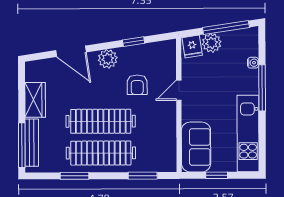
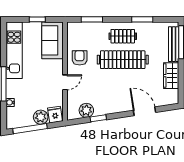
plant: (108, 59) -> (86, 110), moved
armchair: (137, 85) -> (80, 58), moved
clothes rail: (101, 153) -> (123, 36), width x0.54, depth x0.76

